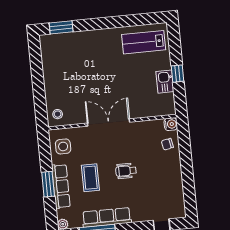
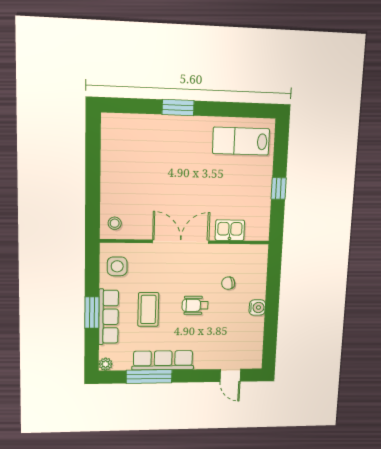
window: (61, 27) -> (178, 108), moved
kitchen sink: (165, 82) -> (230, 230), moved, turned 90
water cooler: (171, 124) -> (257, 308), moved
chair: (167, 144) -> (228, 283), moved

